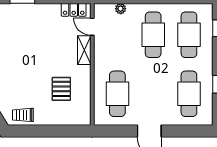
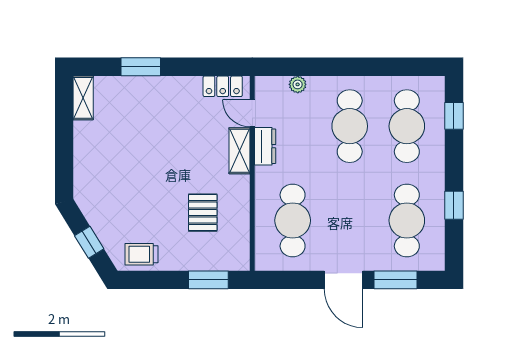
dresser: (100, 47) -> (265, 146), added
window: (65, 131) -> (208, 280), added
window: (182, 131) -> (396, 280), added

